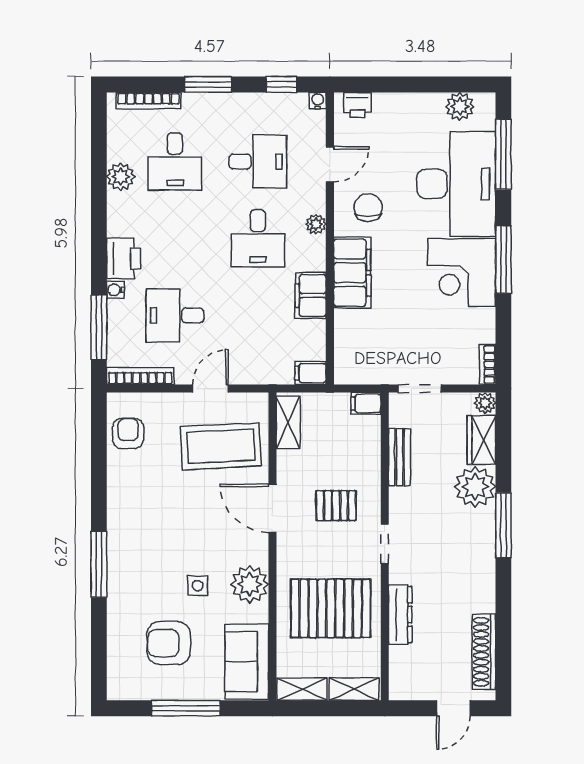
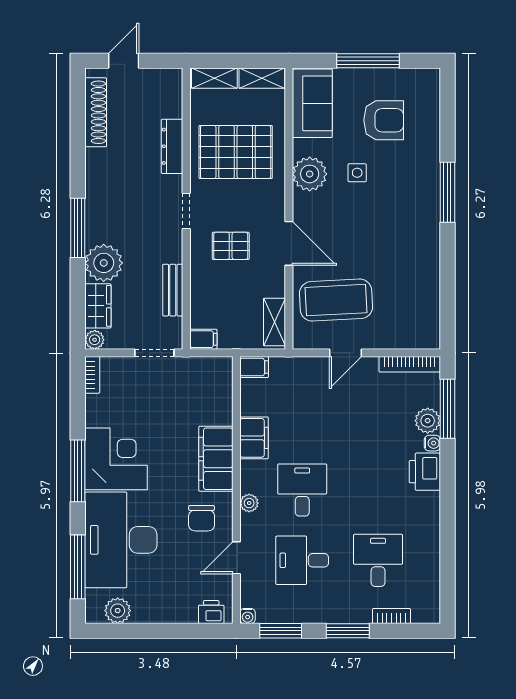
window: (281, 84) -> (281, 631), width x1.50
bookcase: (148, 101) -> (391, 616), width x0.64
plant: (121, 177) -> (428, 421), moved
desk: (175, 315) -> (378, 420), removed
armchair: (128, 433) -> (421, 312), removed

